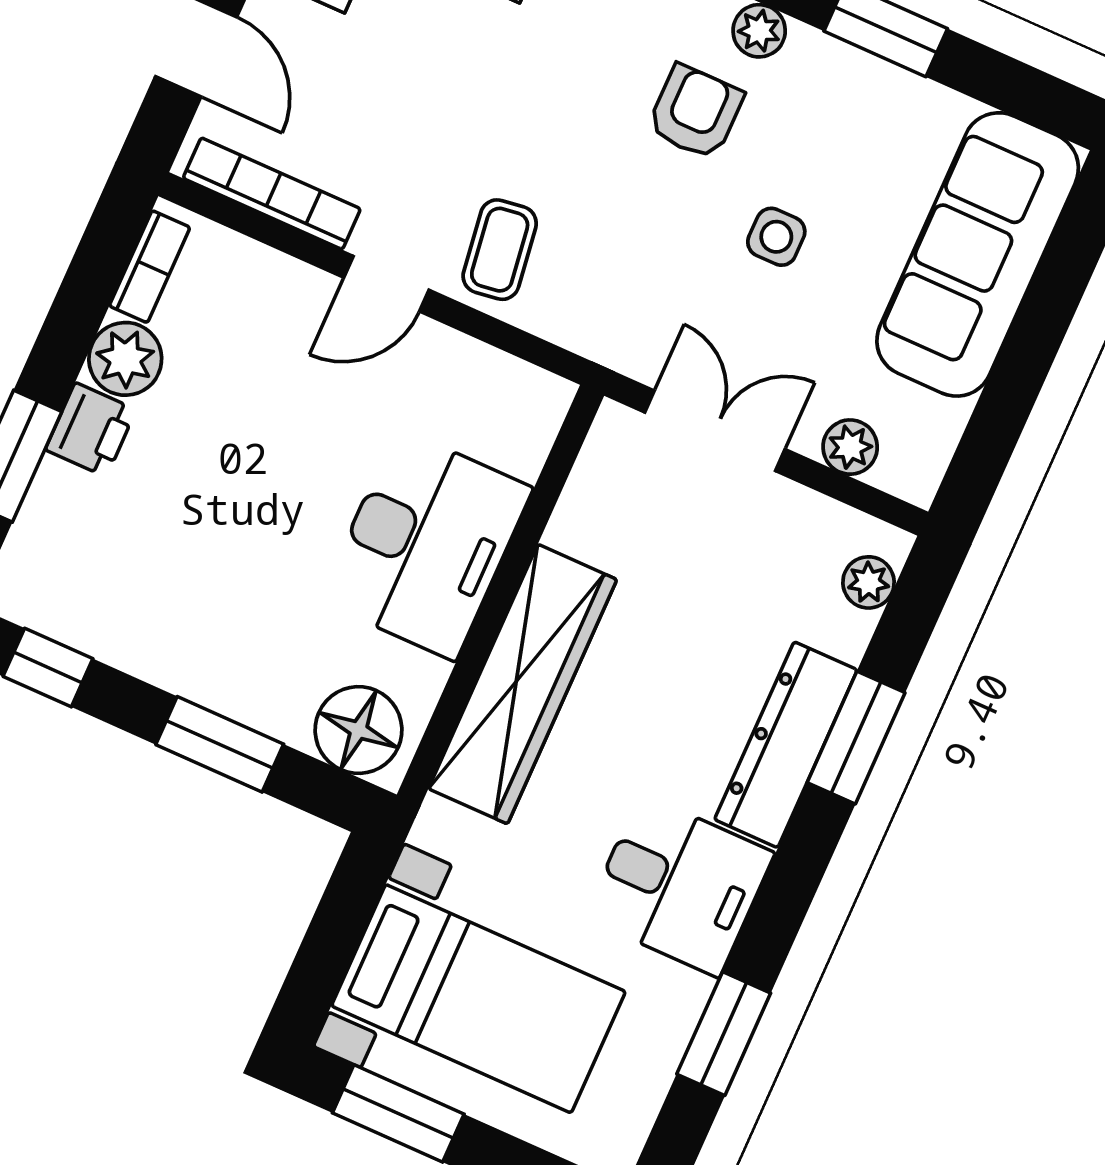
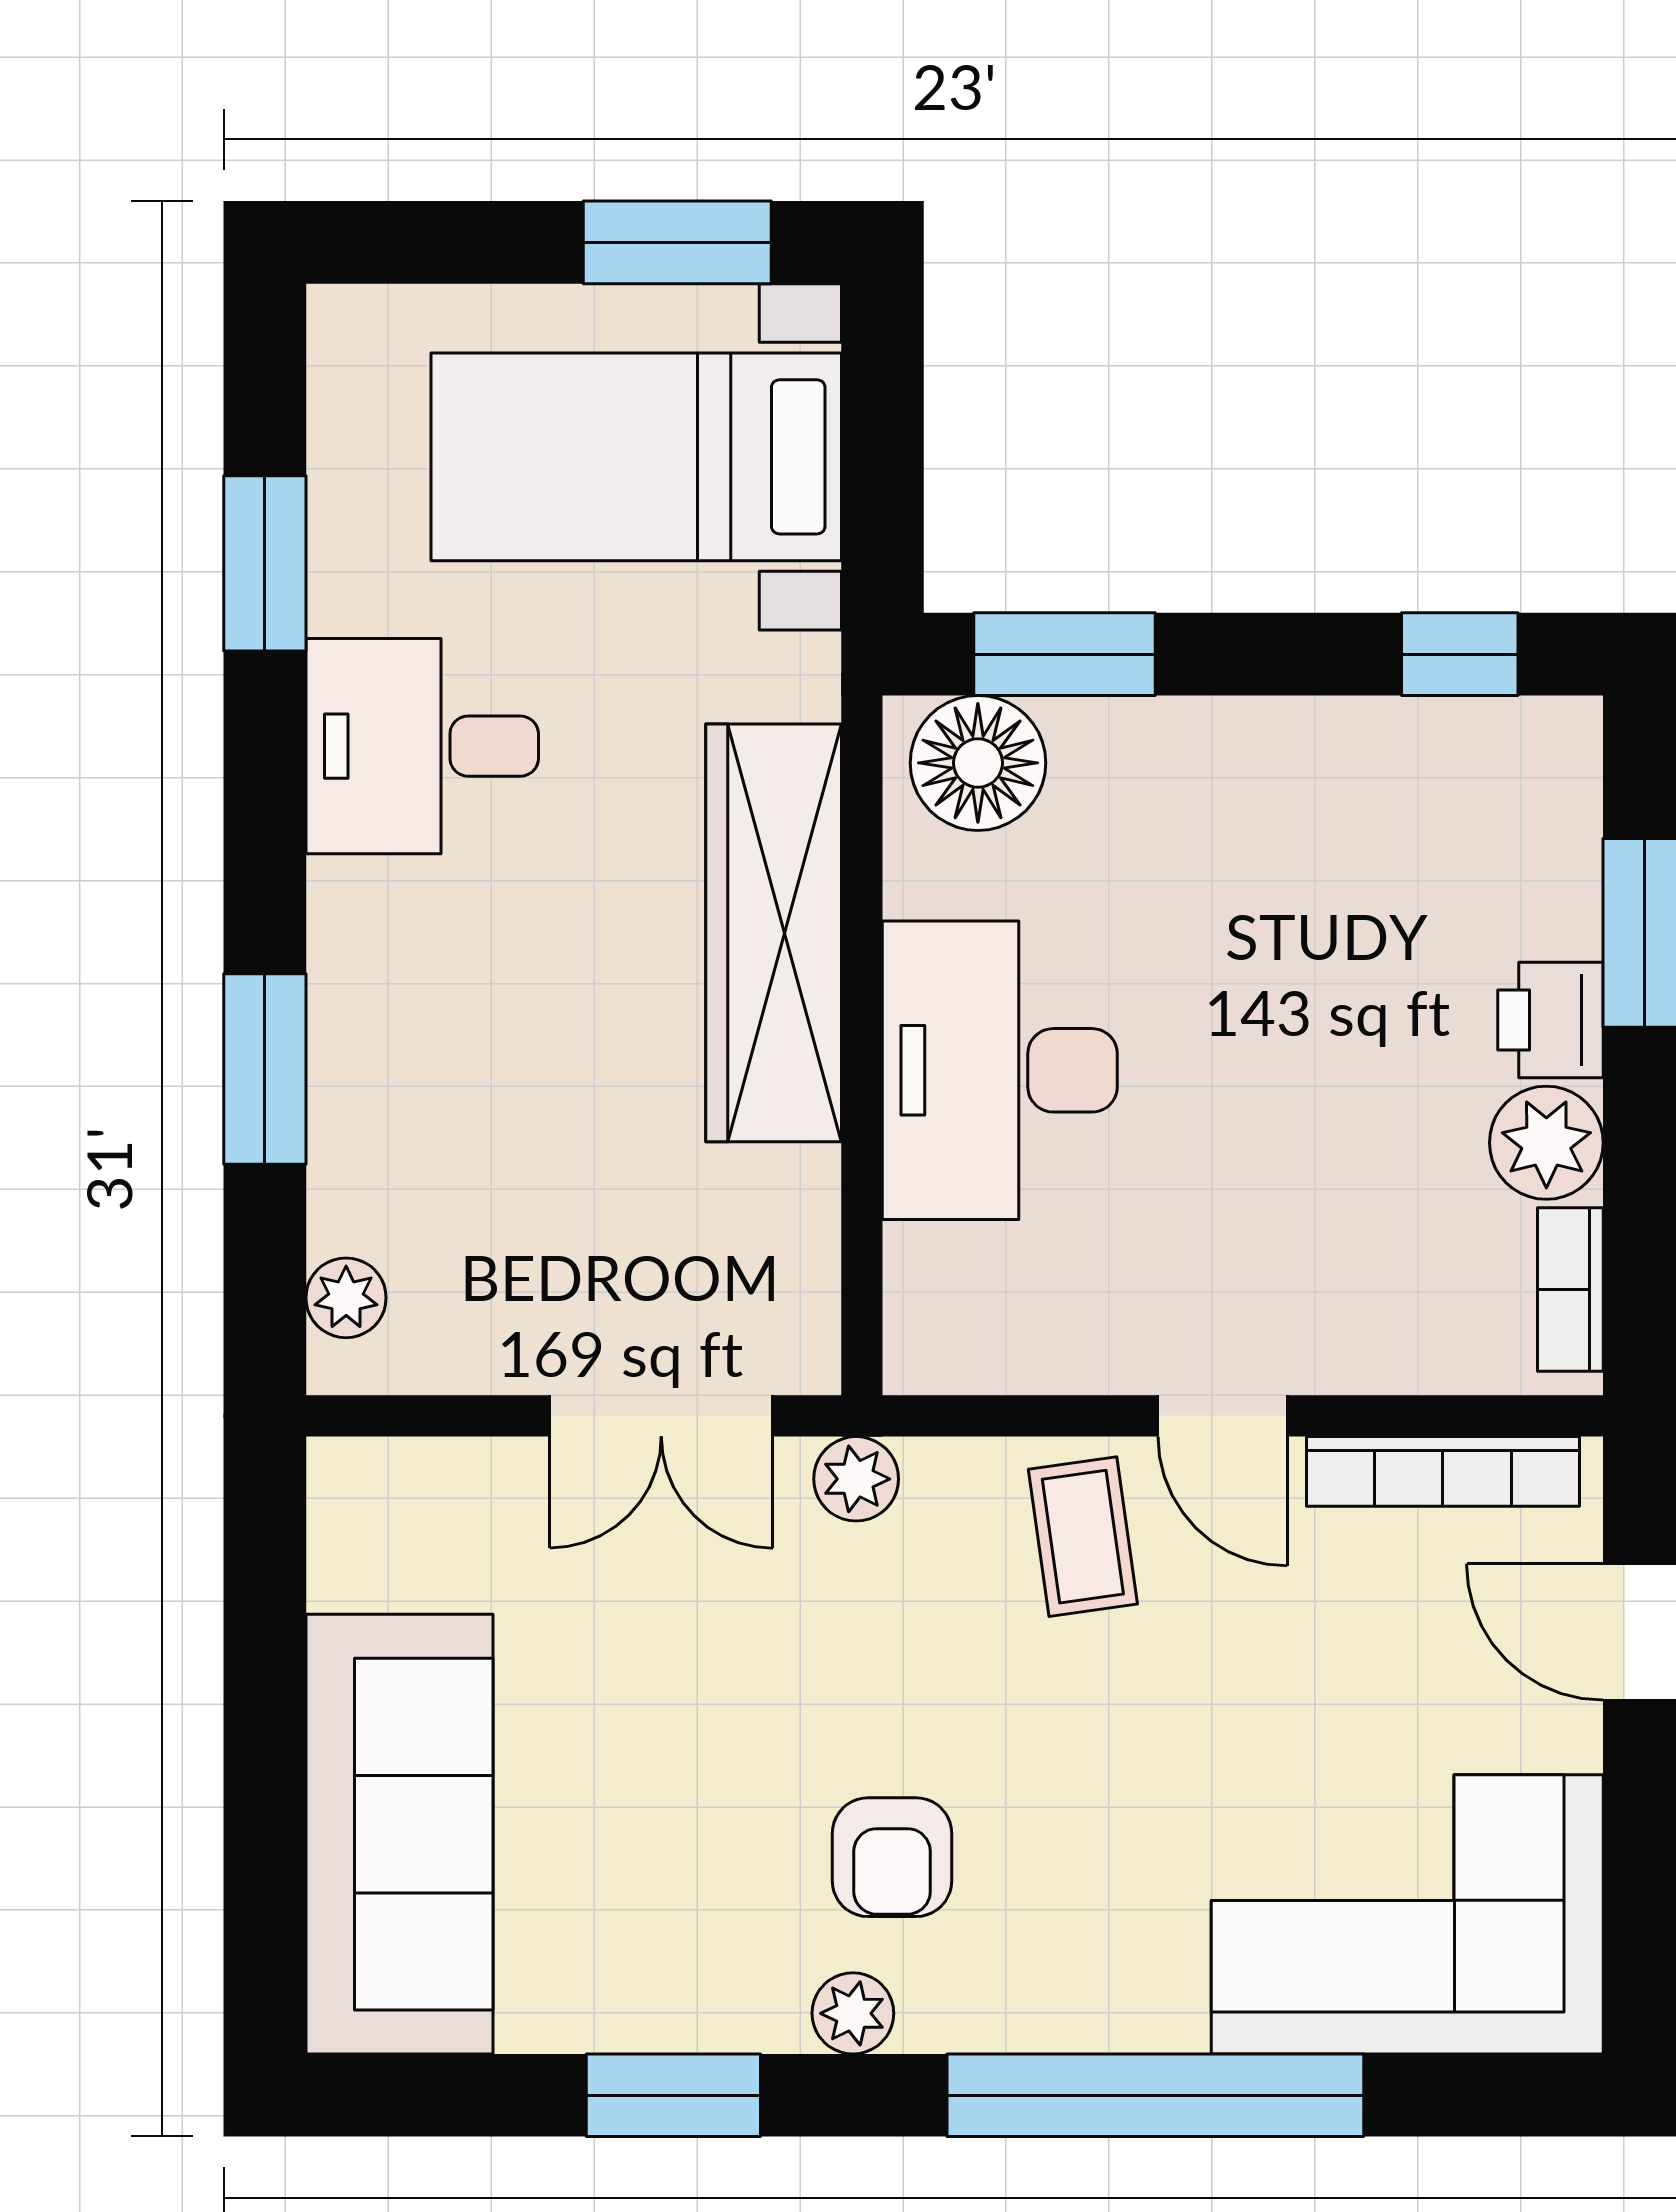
side table: (776, 237) -> (697, 1731), removed
door: (386, 284) -> (1223, 1416), swing flipped
plant: (850, 447) -> (856, 1479), moved
window: (220, 744) -> (1064, 654), moved
dresser: (786, 745) -> (360, 1014), removed

